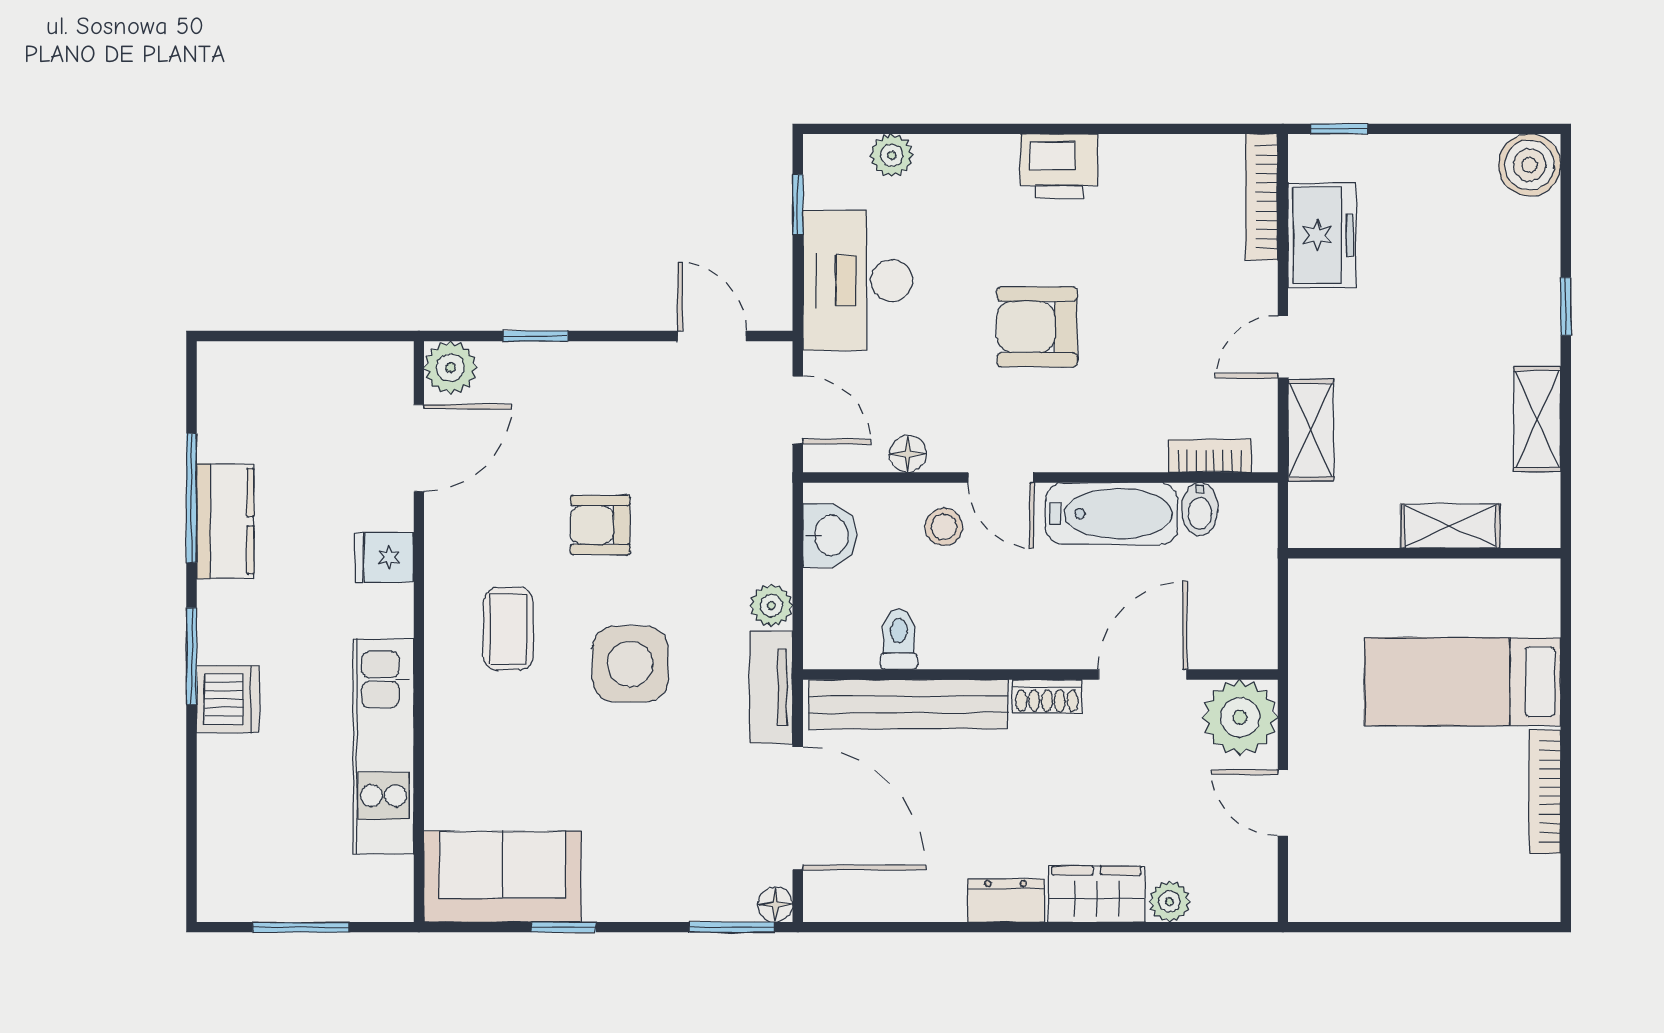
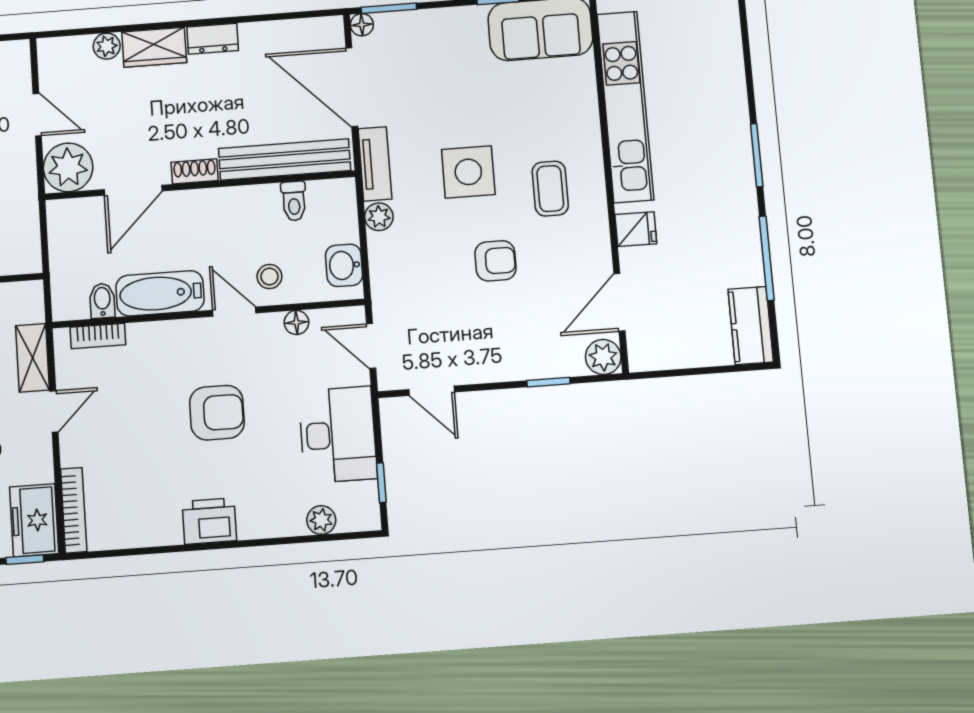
freezer: (1322, 235) -> (34, 520), moved
kitchen counter: (225, 521) -> (751, 326), moved
dishwasher: (228, 699) -> (730, 129), removed
kitchen unit: (383, 746) -> (625, 107), width x1.36

